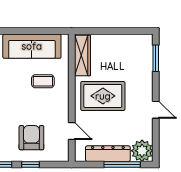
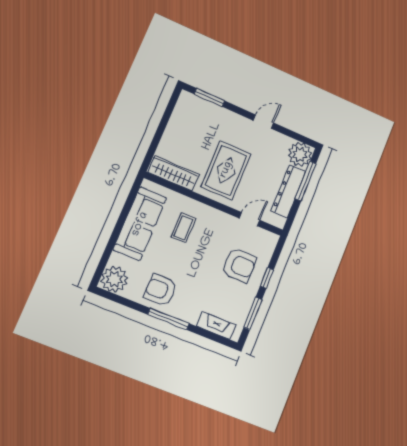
armchair: (31, 138) -> (239, 265), turned 180

